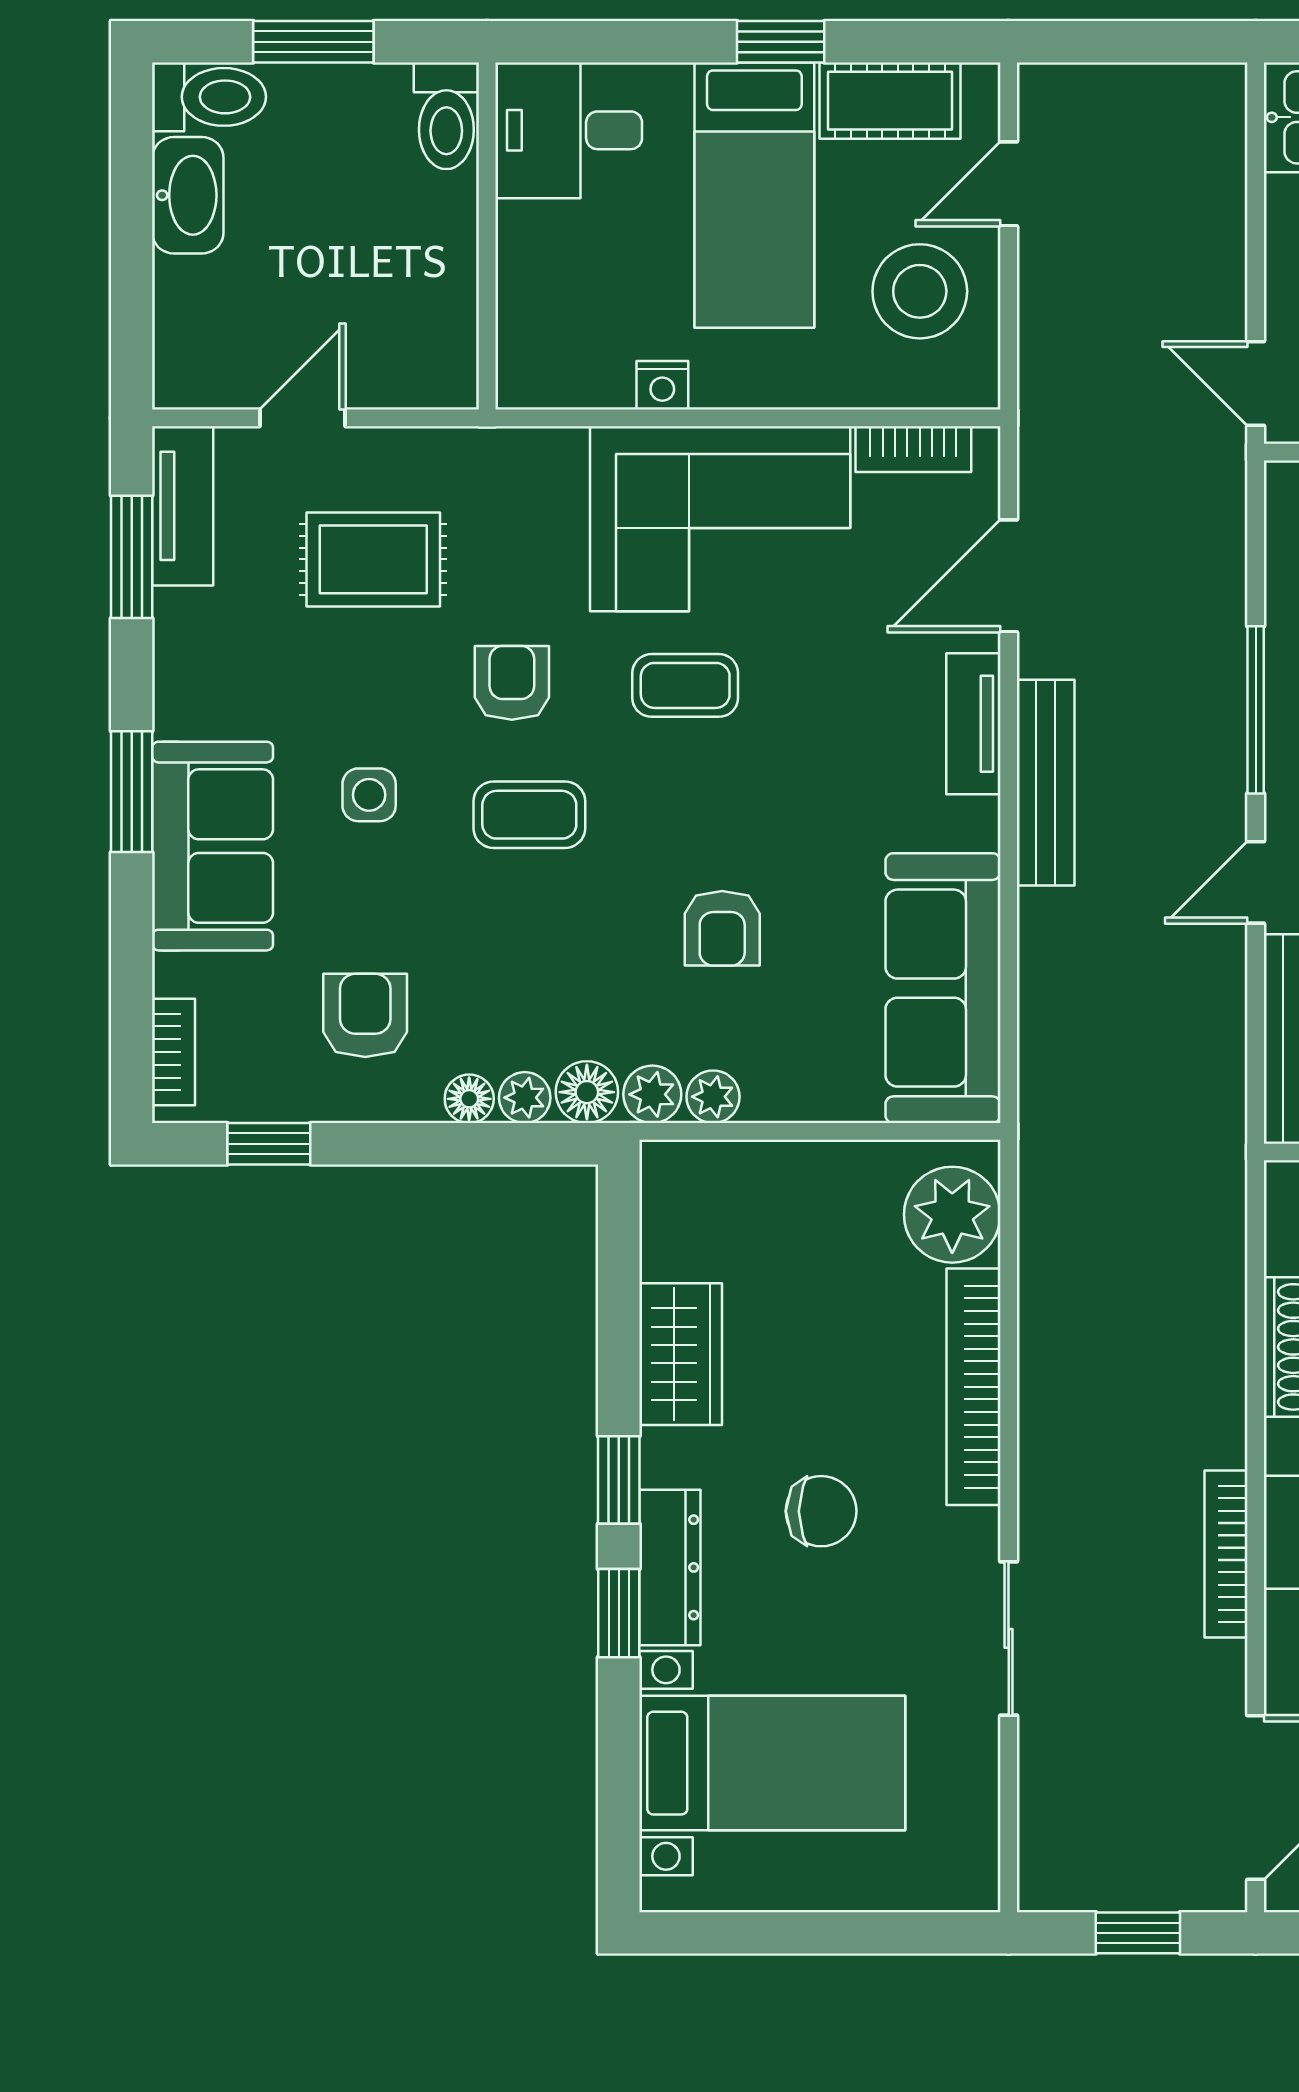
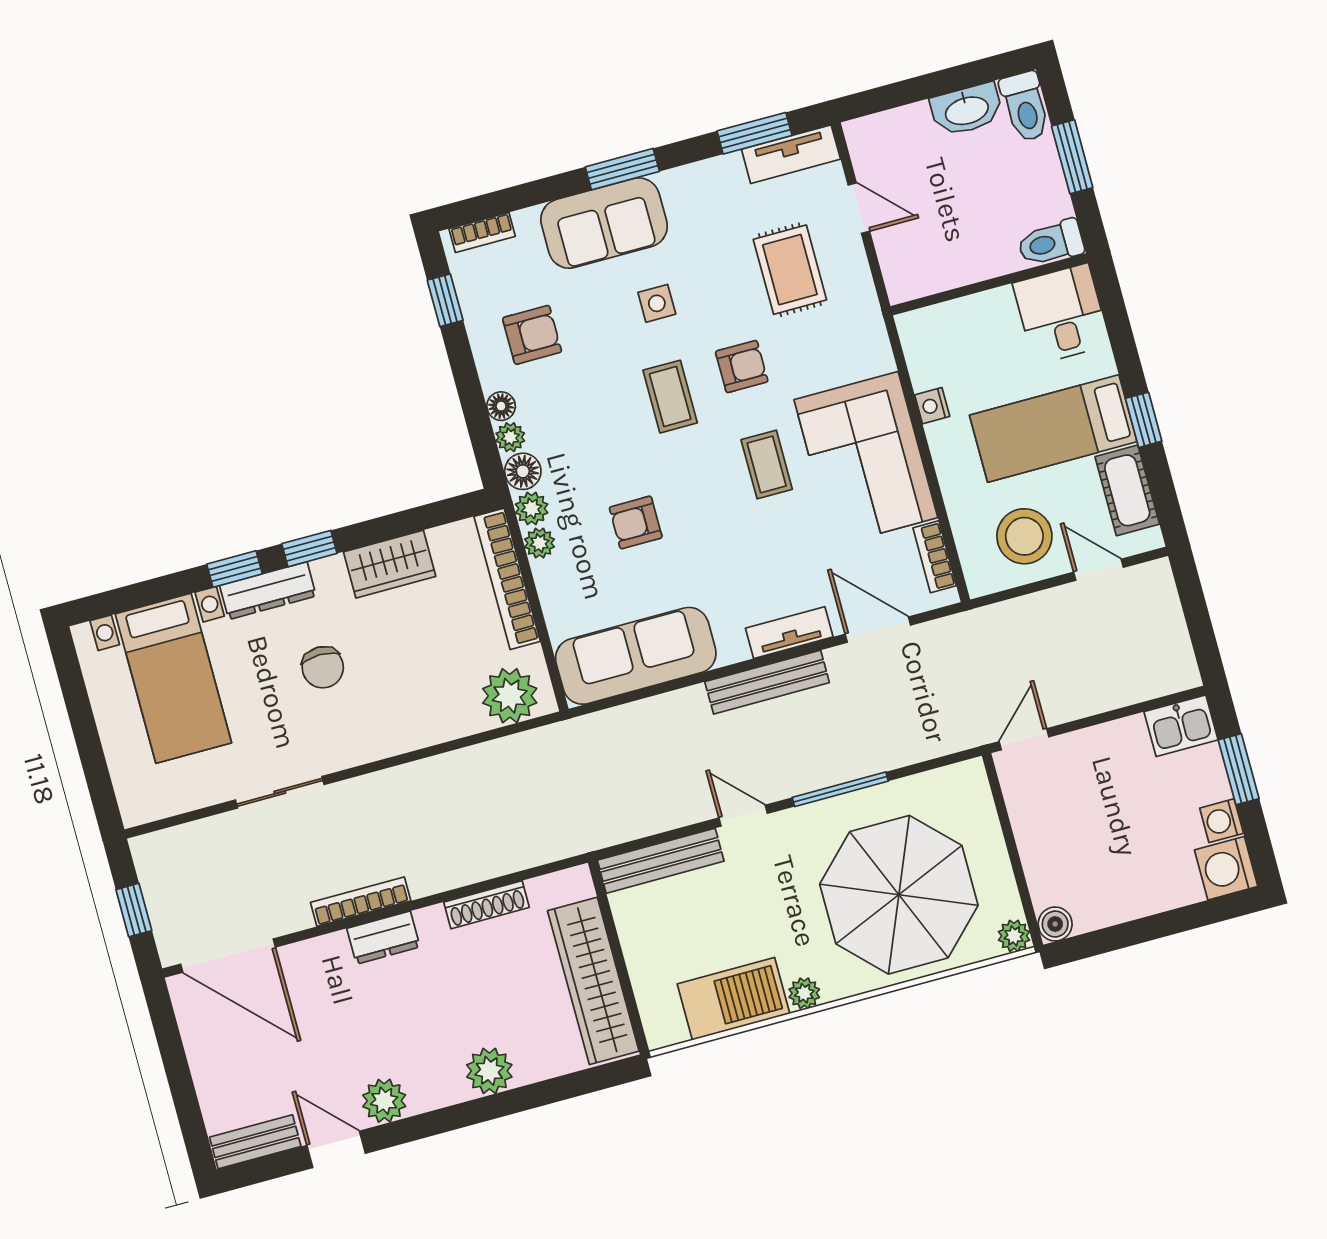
bookcase: (973, 1387) -> (507, 579), moved, turned -90

